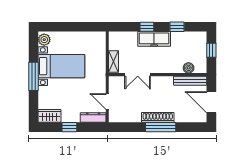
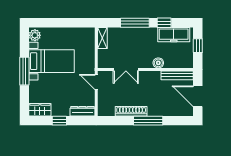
window: (147, 27) -> (135, 23), width x2.17
freezer: (154, 39) -> (174, 35), moved
shelving: (114, 62) -> (102, 38), moved
boiler: (189, 68) -> (158, 63), moved
door: (107, 101) -> (96, 82), moved
shoe rack: (158, 117) -> (131, 111), moved

